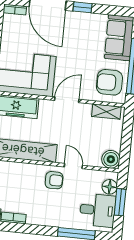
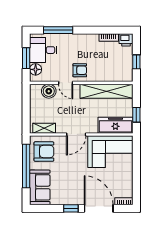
boiler: (111, 159) -> (49, 91), moved
armchair: (54, 180) -> (80, 70), turned 180

